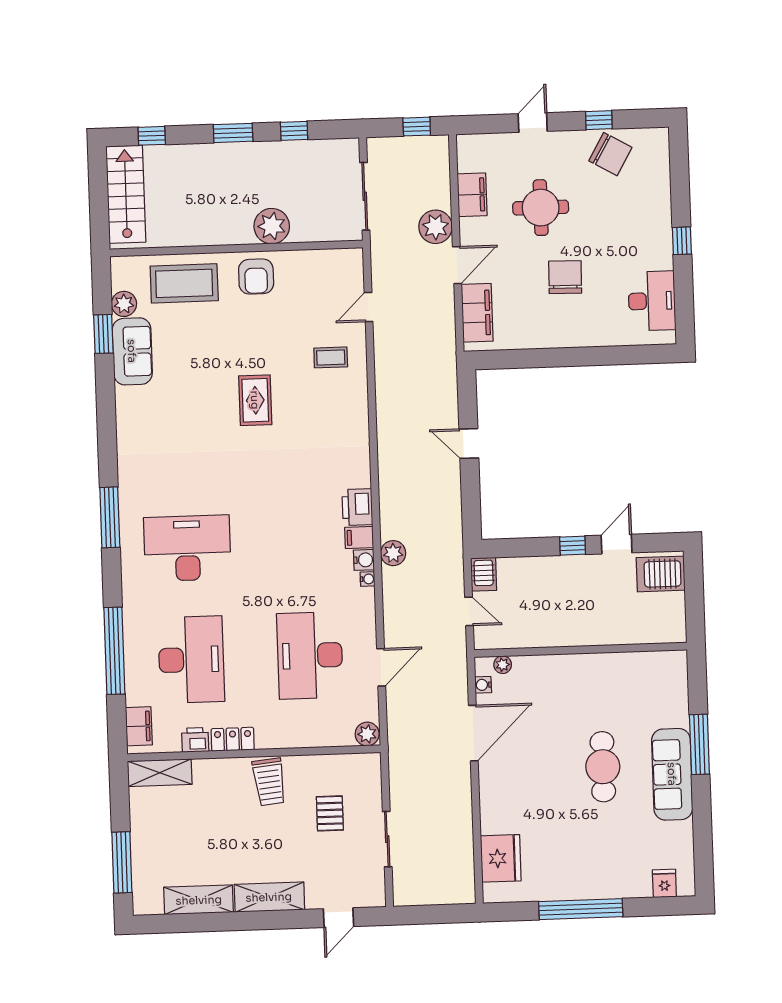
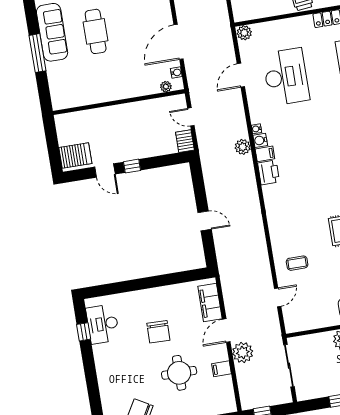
filing cabinet: (472, 195) -> (221, 369), width x0.50
window: (682, 241) -> (84, 332), moved
door: (617, 544) -> (105, 170), hinge flipped

